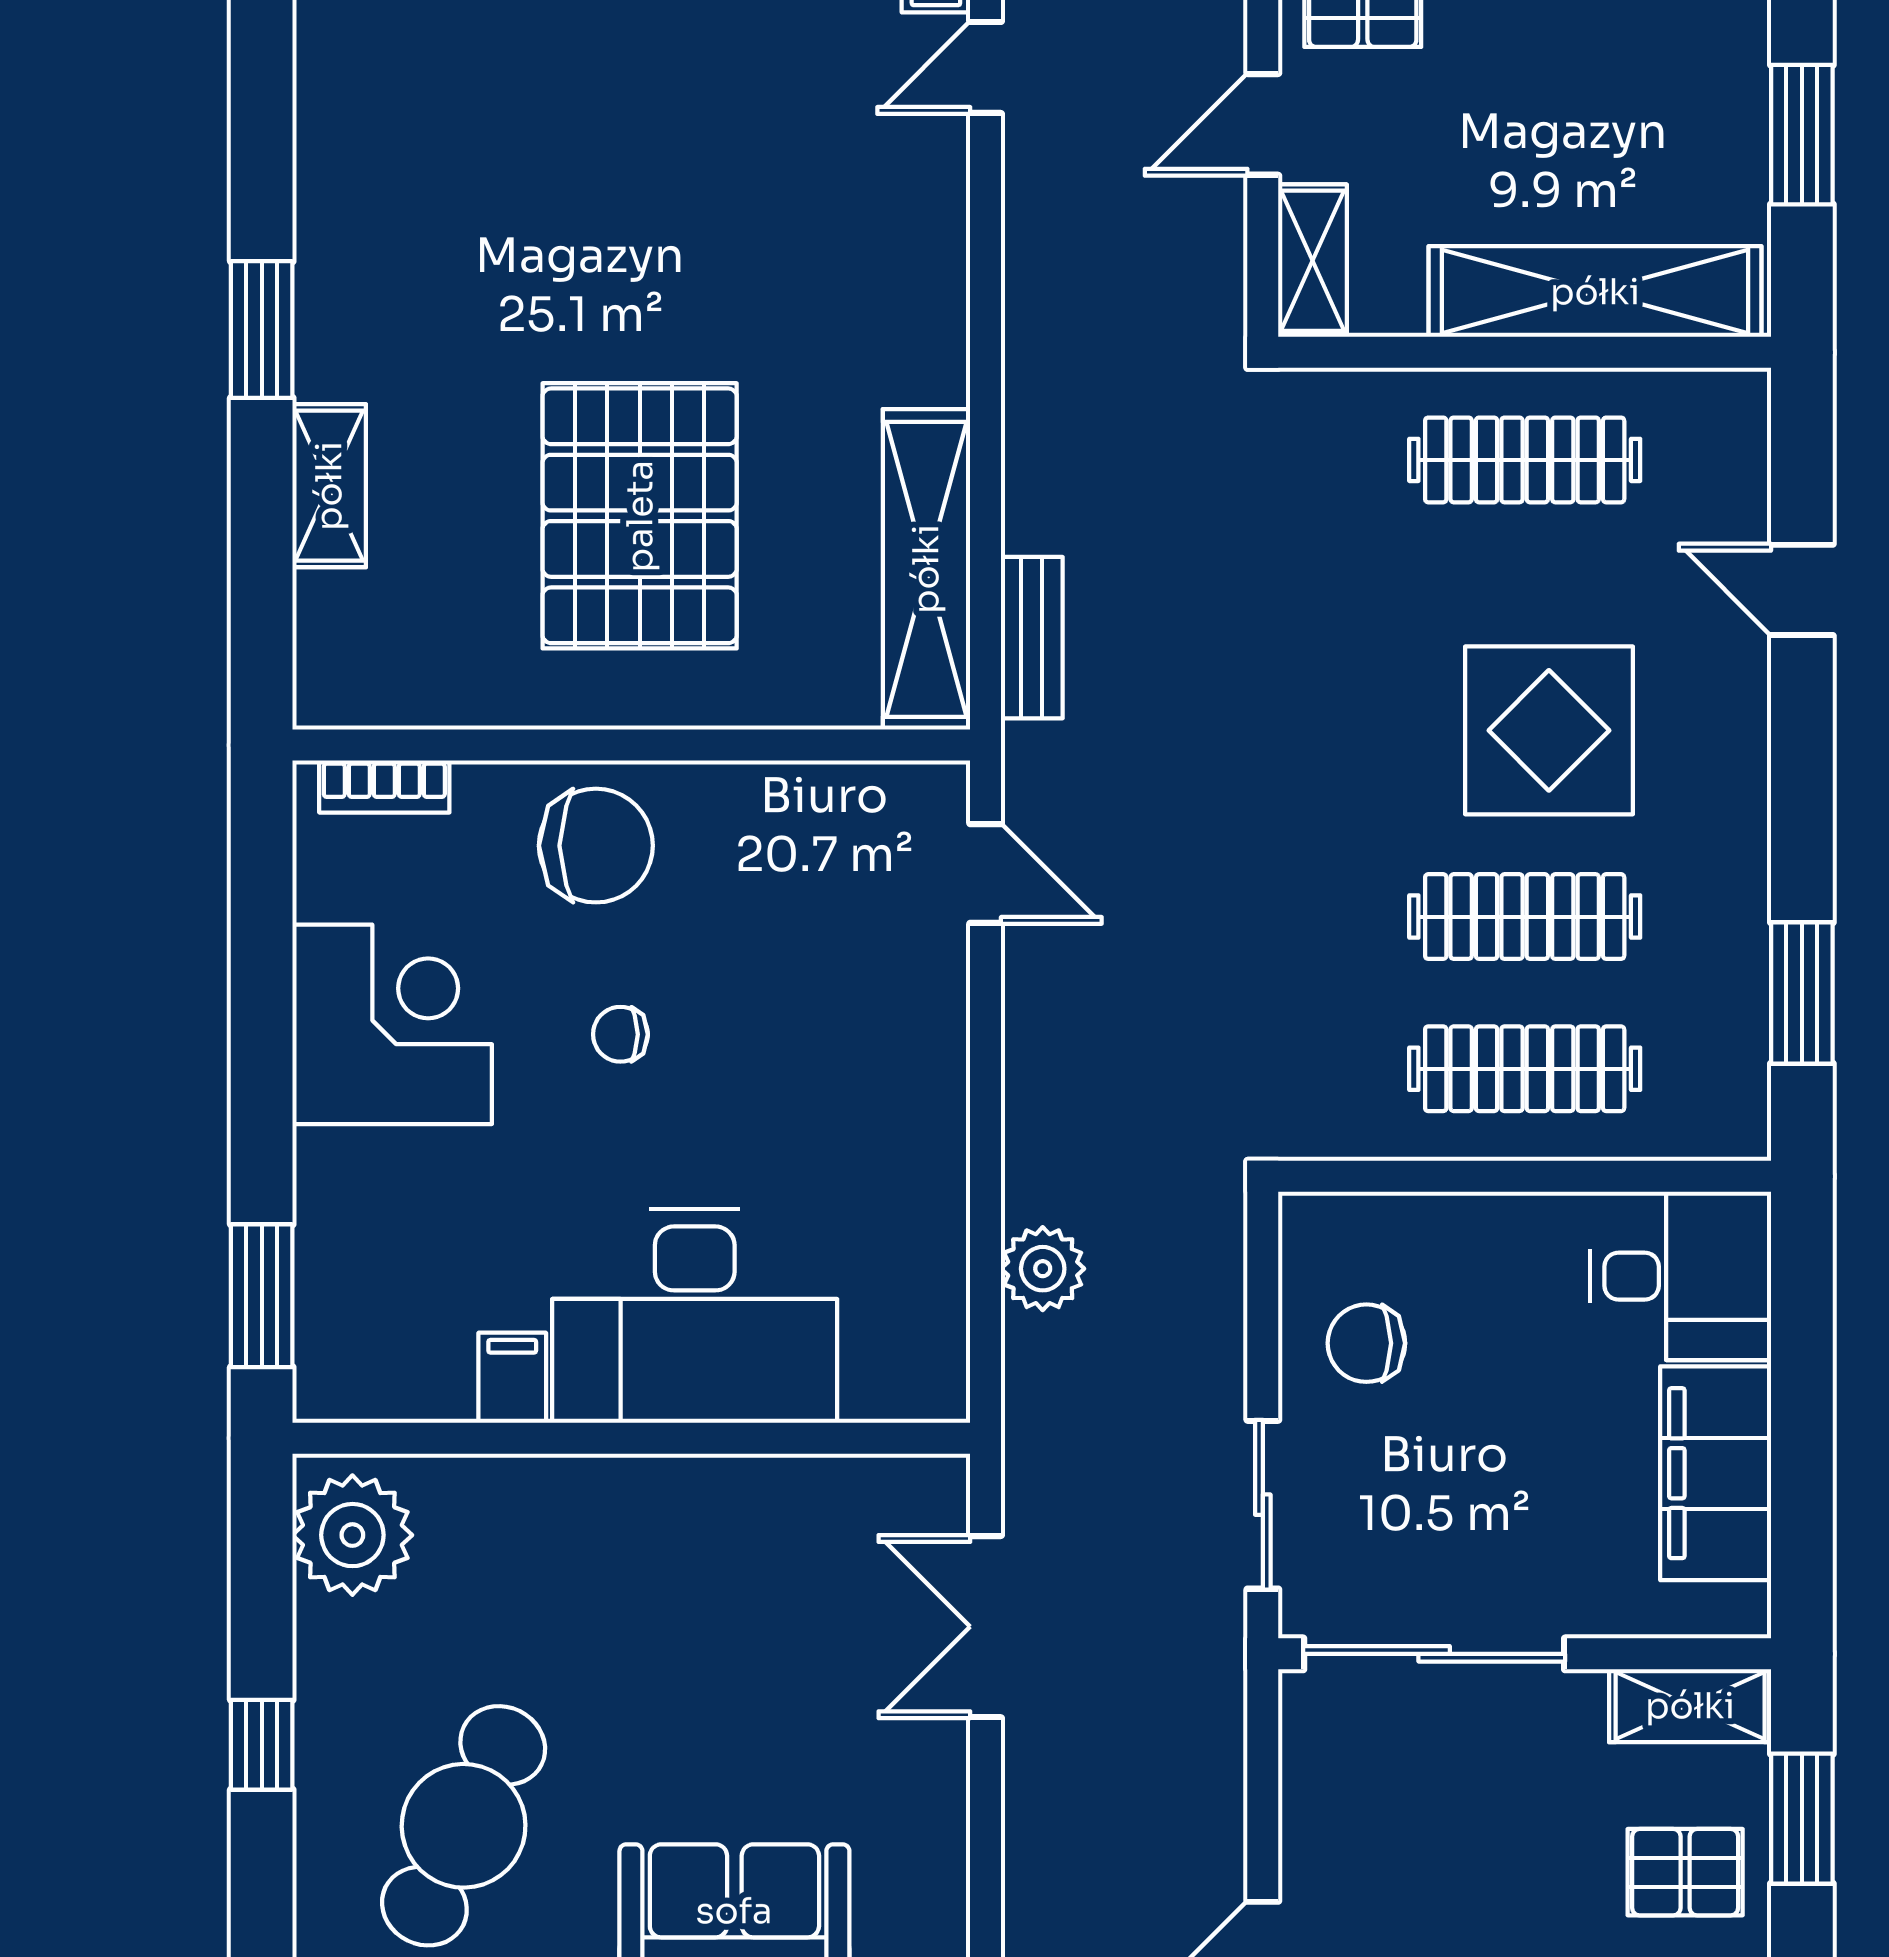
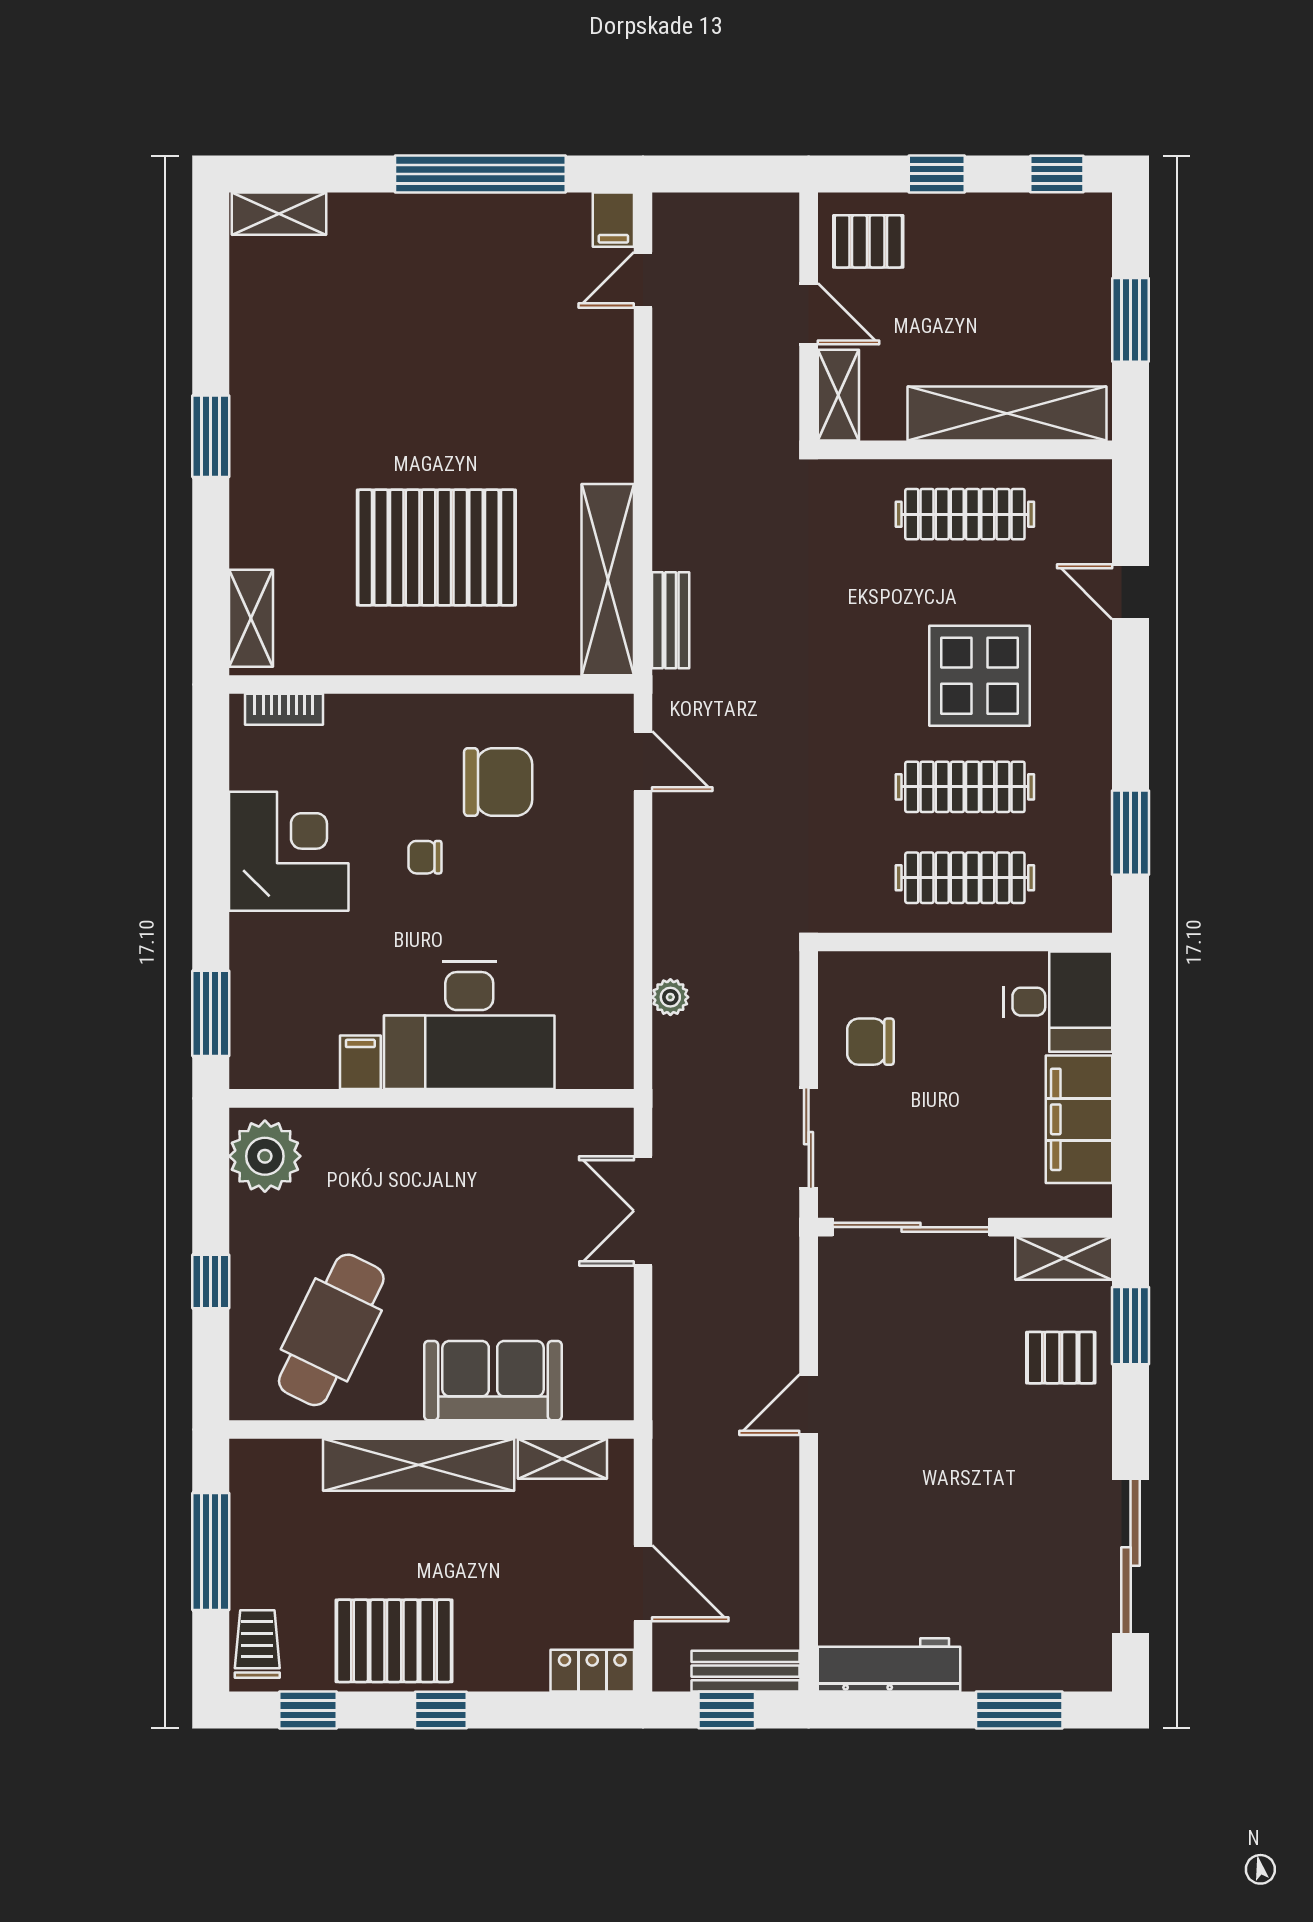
door: (1263, 124) -> (809, 314), swing flipped
shelving: (329, 486) -> (251, 618), moved
pallet: (640, 516) -> (436, 548), turned 90
chair: (596, 846) -> (498, 782), moved
plant: (1043, 1269) -> (670, 997), width x0.73, depth x0.73

